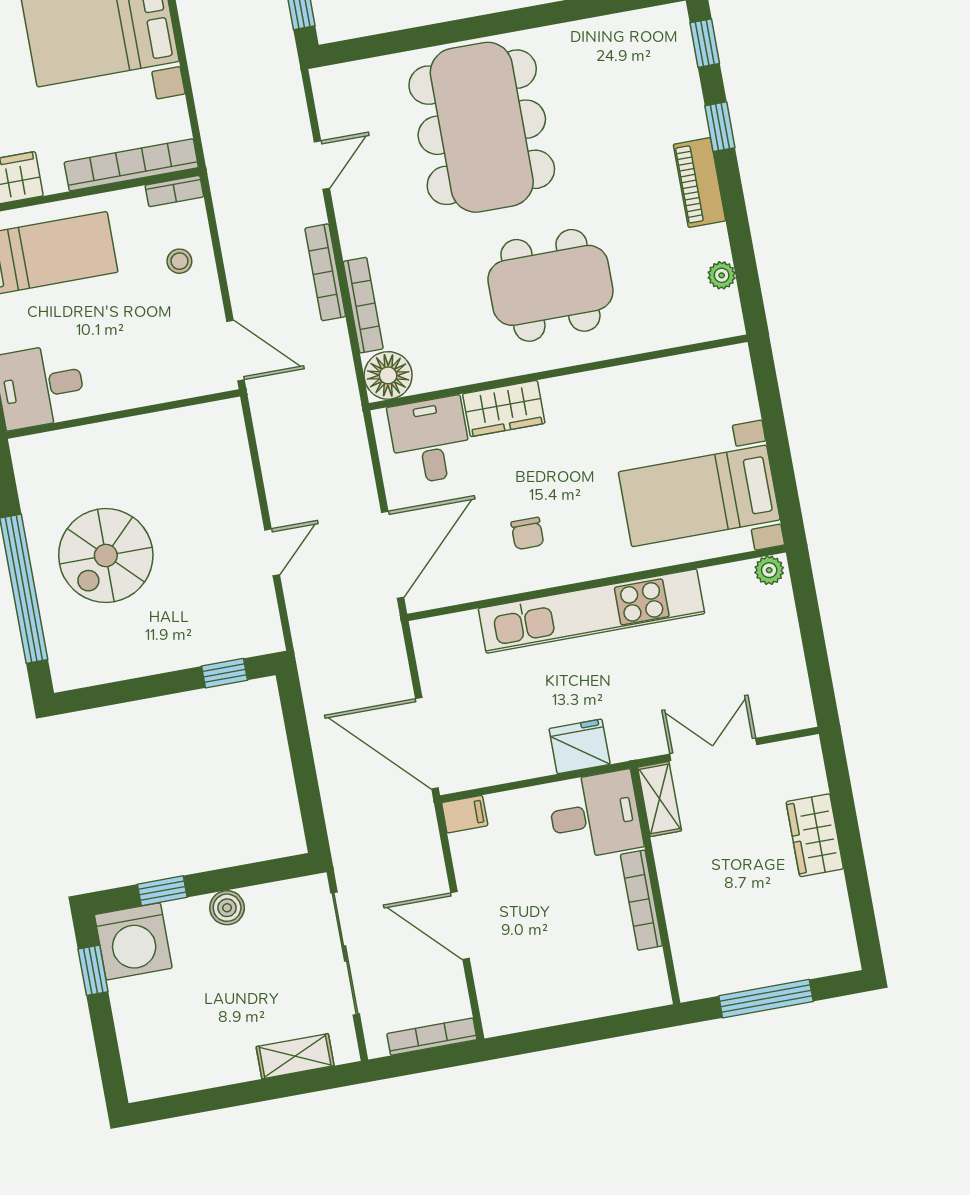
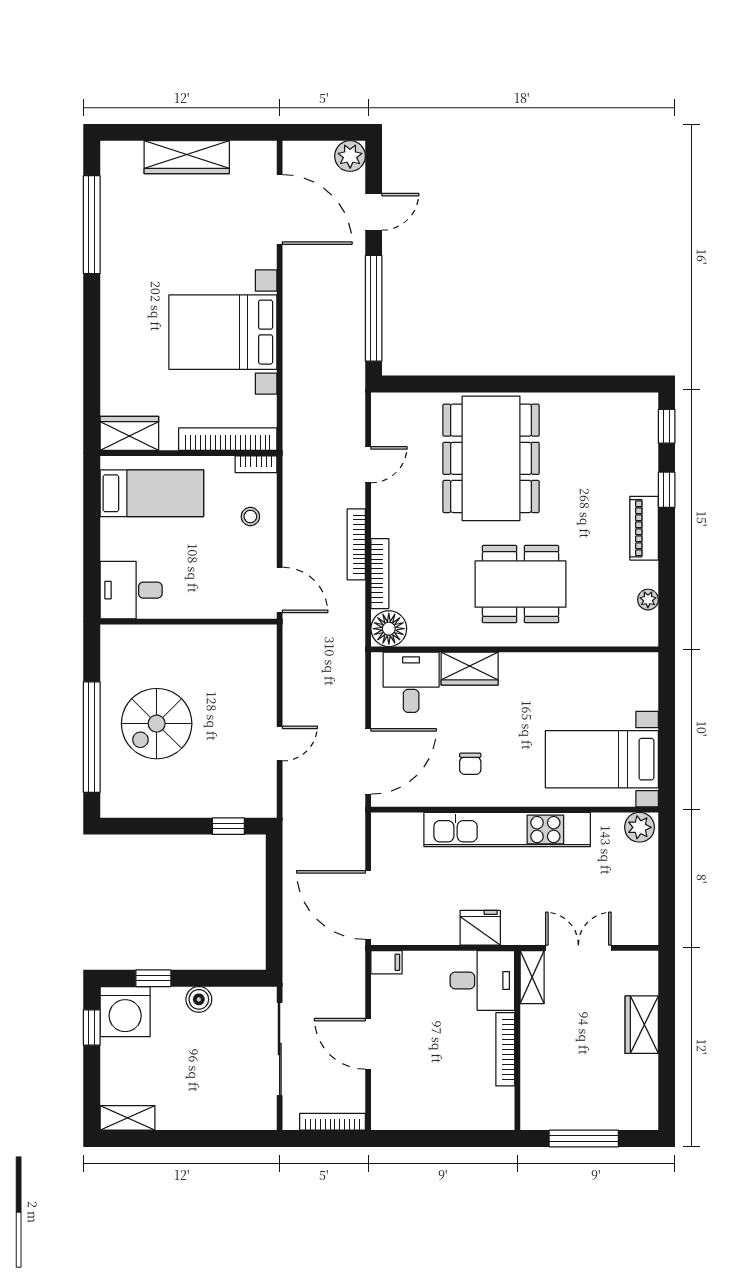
plant: (769, 570) -> (639, 827), width x1.38, depth x1.38
shelving: (295, 1056) -> (127, 1118), moved

